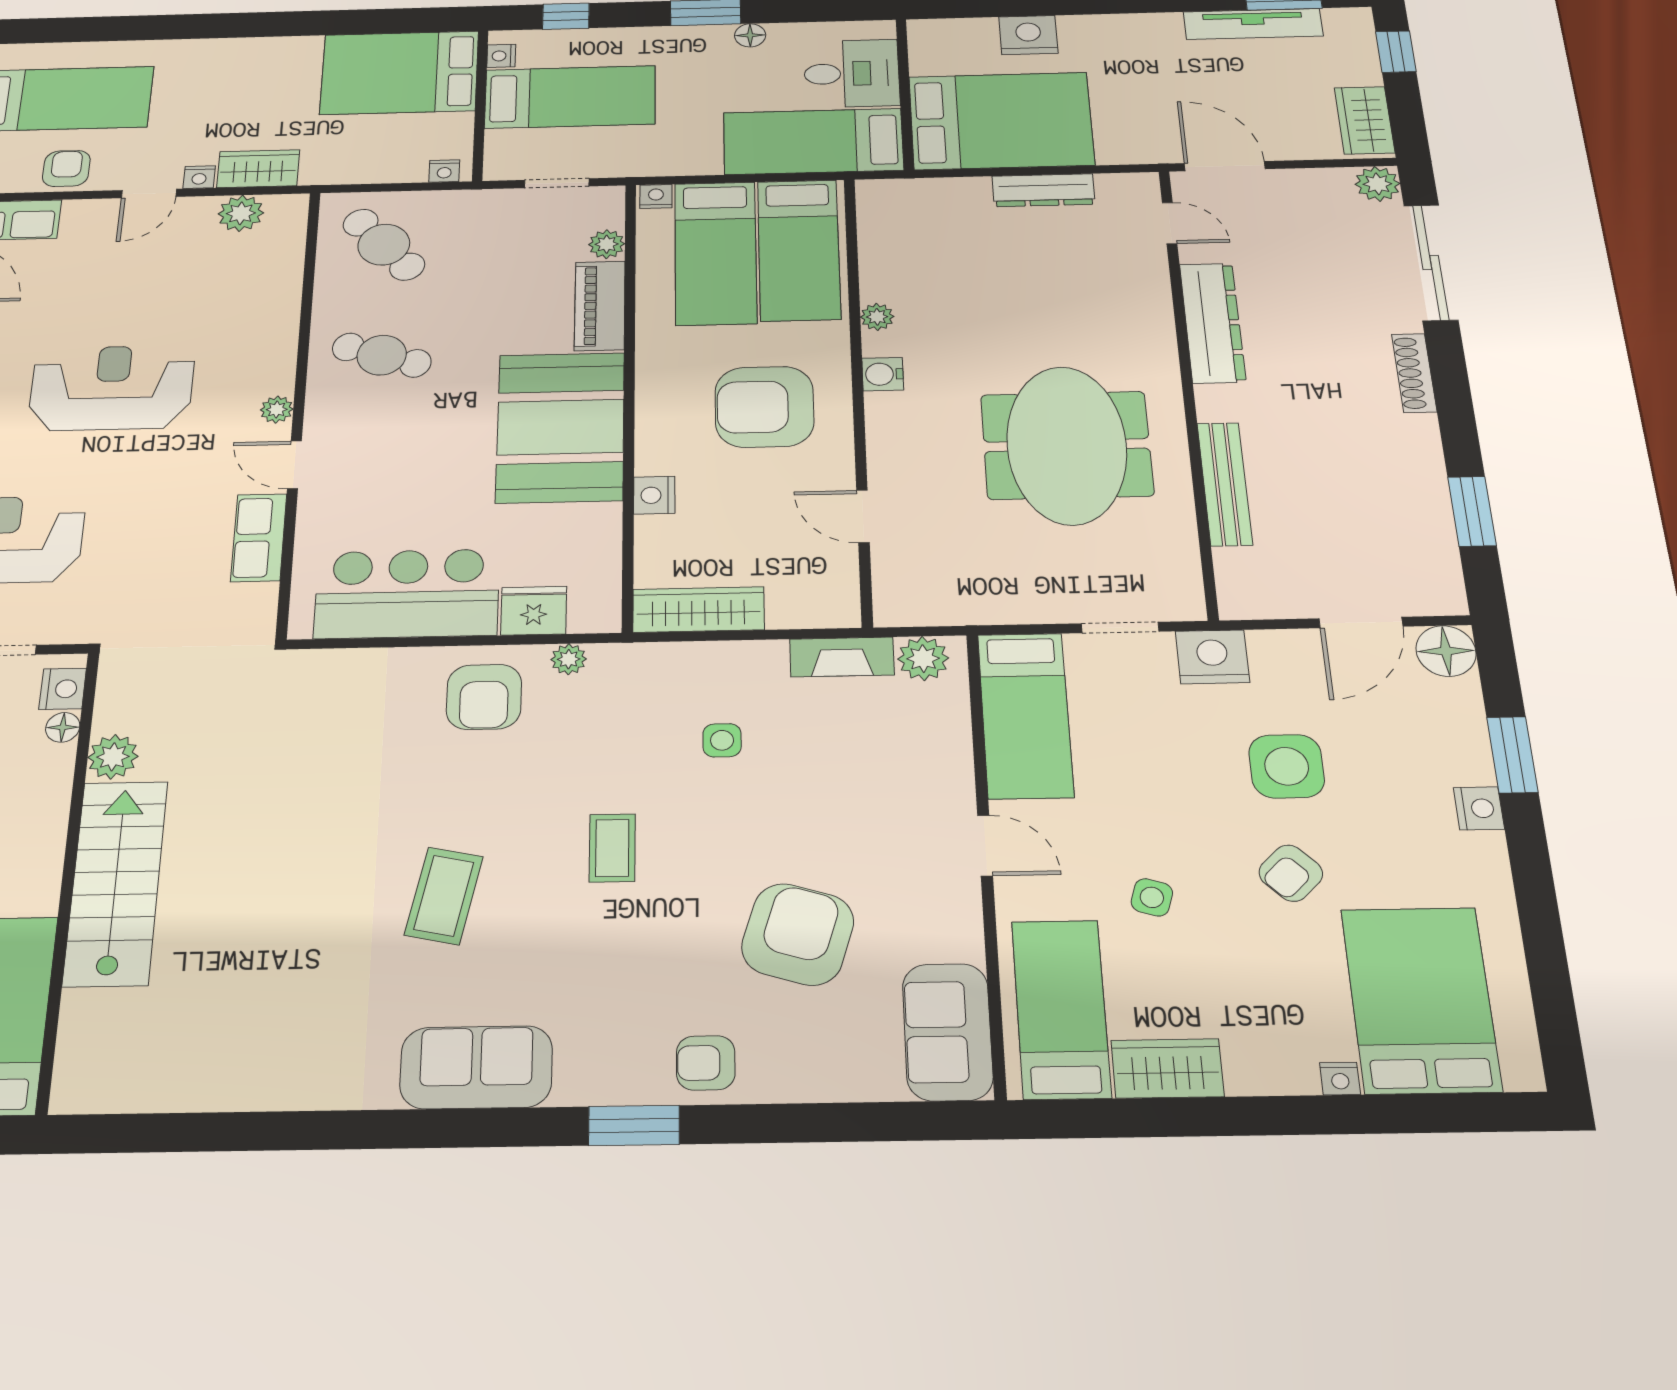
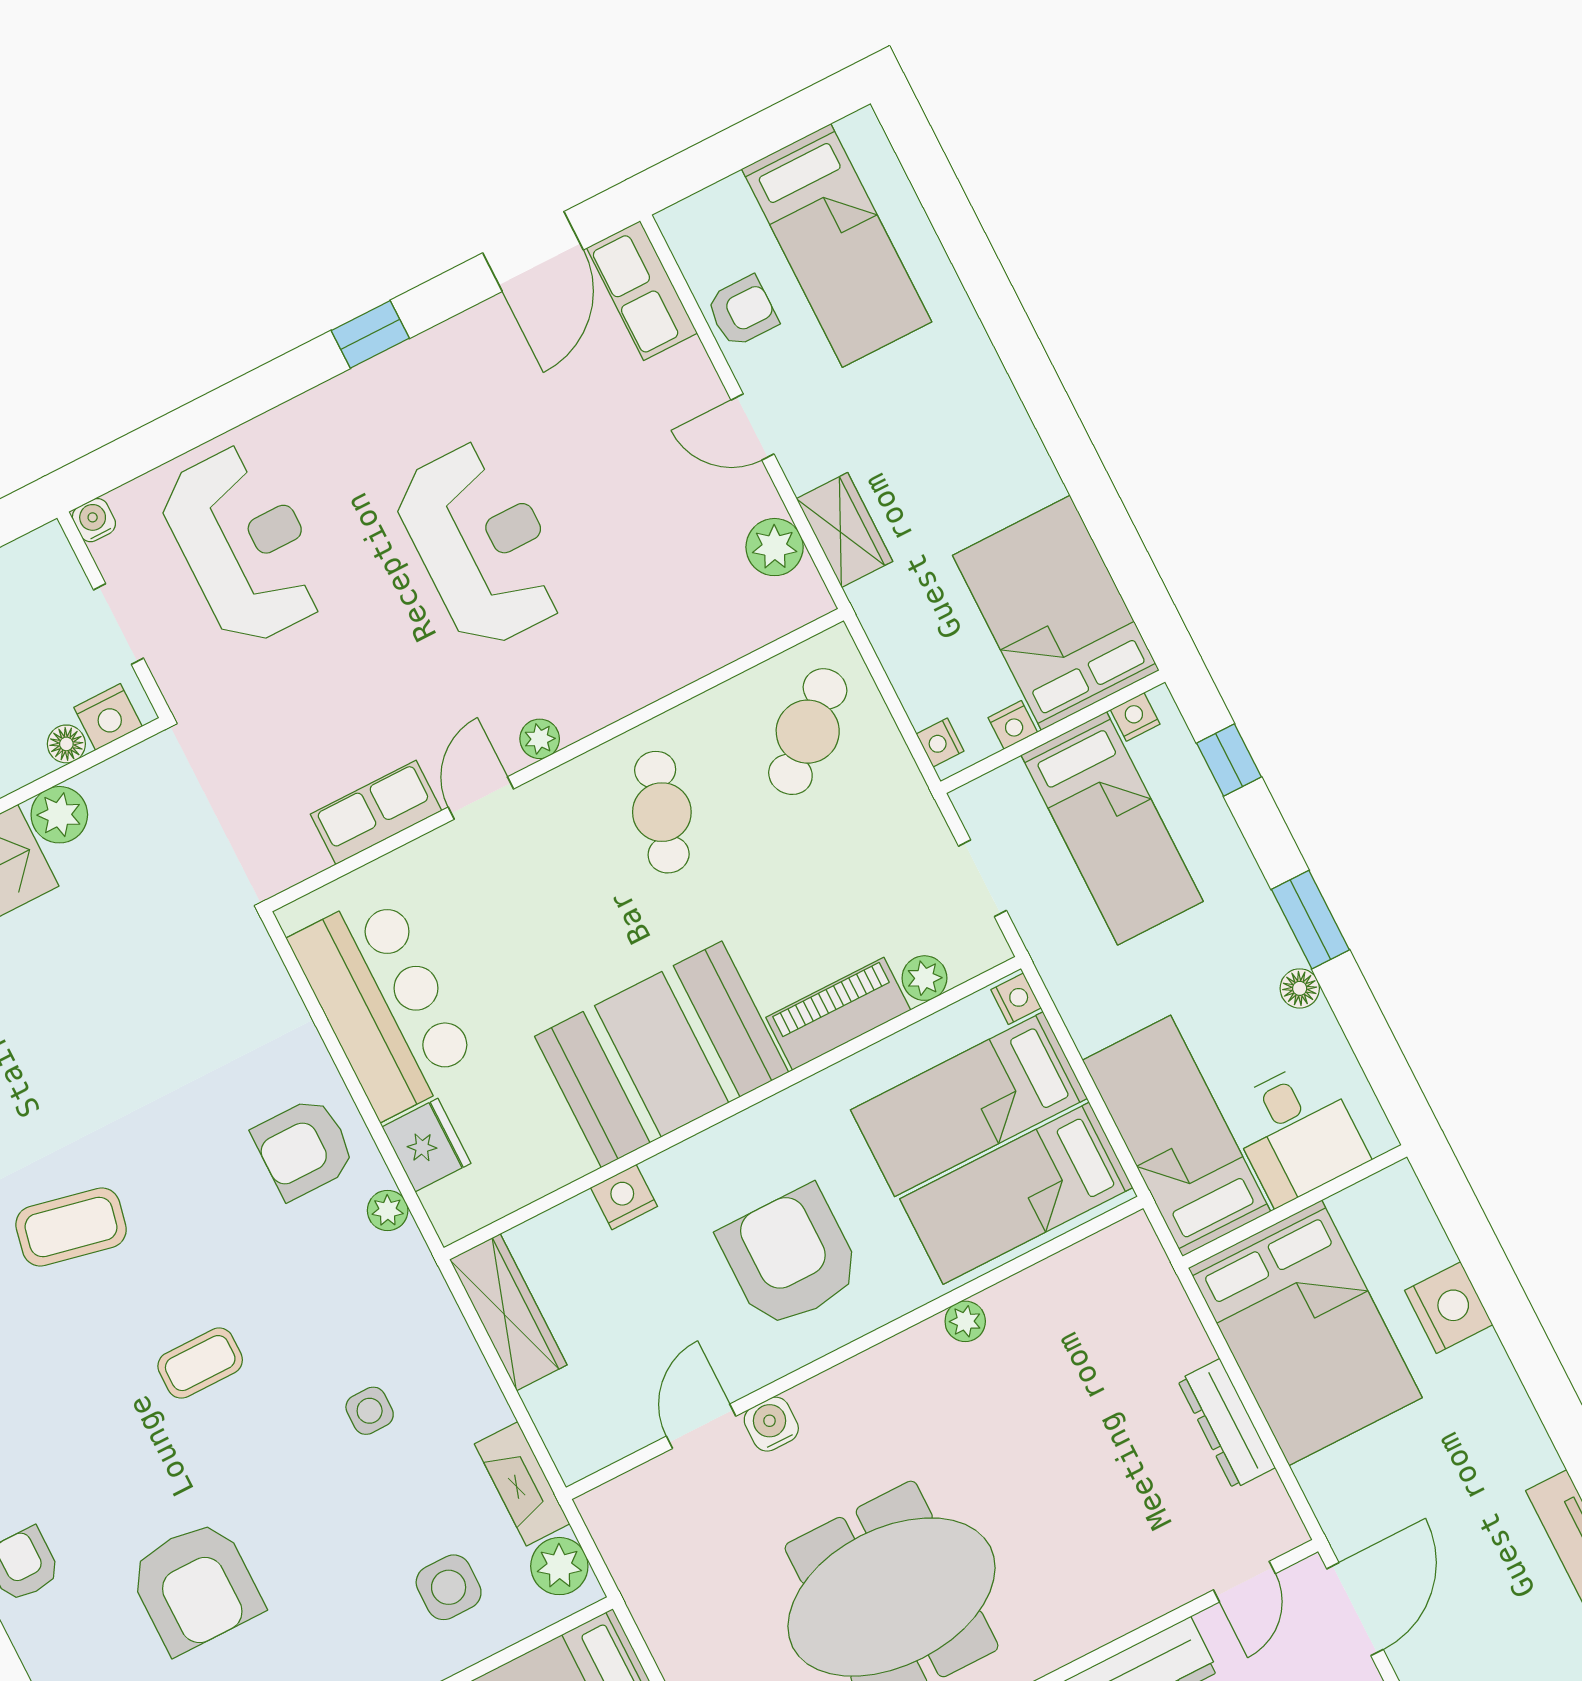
nightstand: (199, 177) -> (1013, 725), moved, turned -90
water cooler: (883, 374) -> (771, 1424), moved
side table: (899, 745) -> (449, 1587), added
armchair: (798, 934) -> (195, 1587), turned 73

